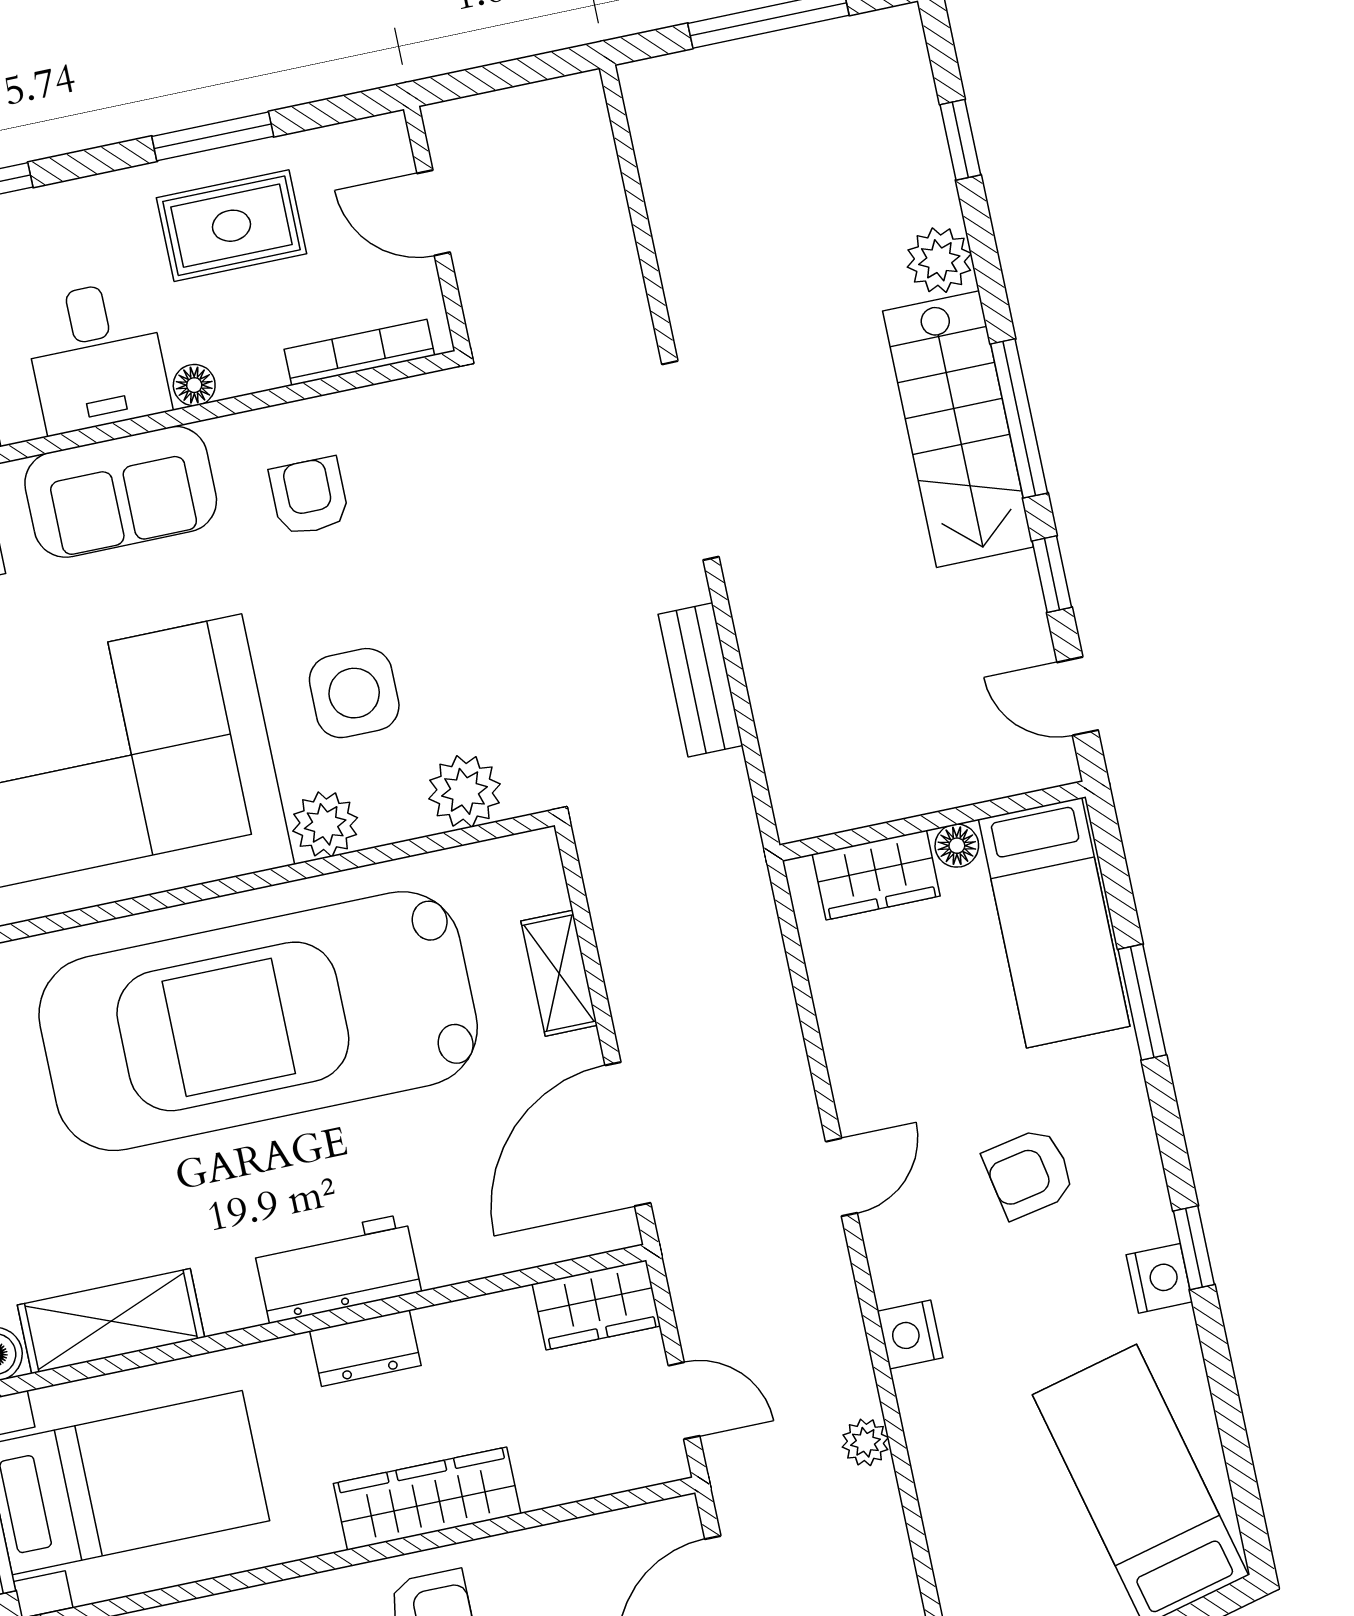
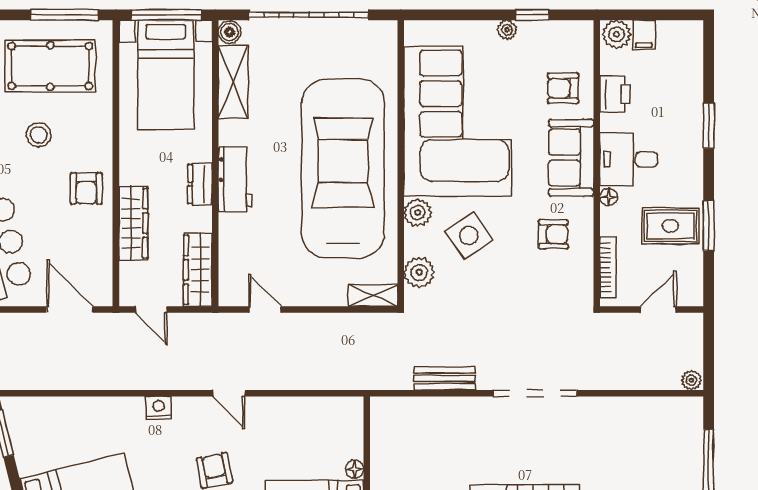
rug: (231, 226) -> (670, 226), turned 90
side table: (354, 693) -> (469, 236), turned -35
wardrobe: (876, 875) -> (349, 433), removed
shelving: (559, 973) -> (373, 295), moved
door: (628, 1134) -> (265, 310), width x0.53
wardrobe: (596, 1305) -> (198, 270), width x1.50
door: (684, 1401) -> (151, 310), hinge flipped
plant: (865, 1442) -> (691, 380), moved
wardrobe: (427, 1499) -> (133, 223), moved

